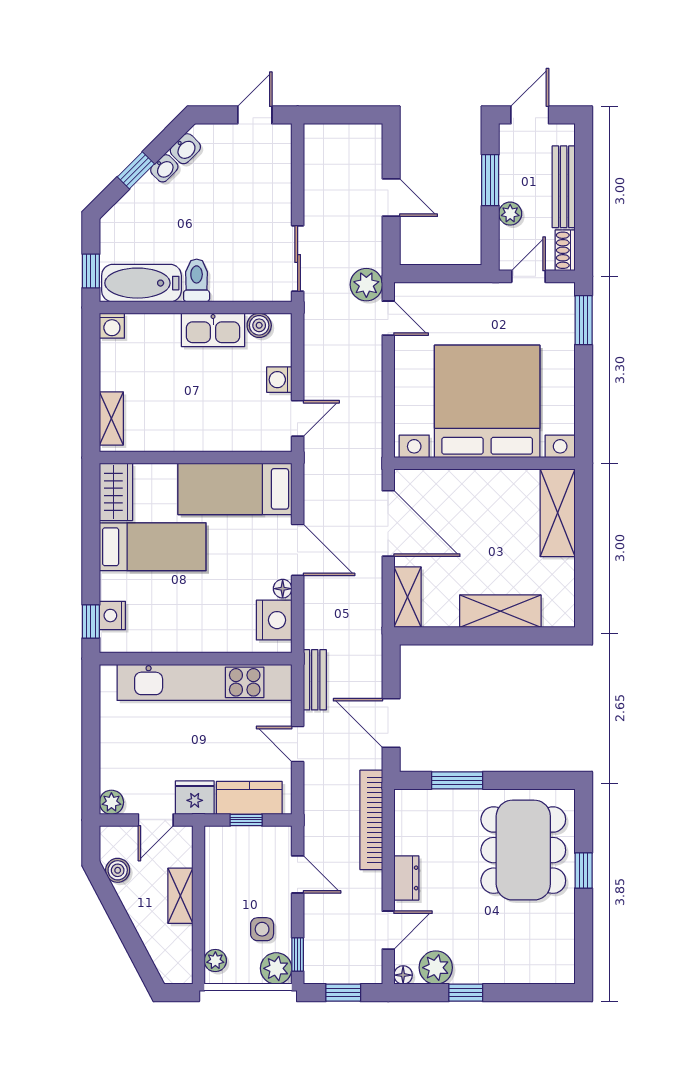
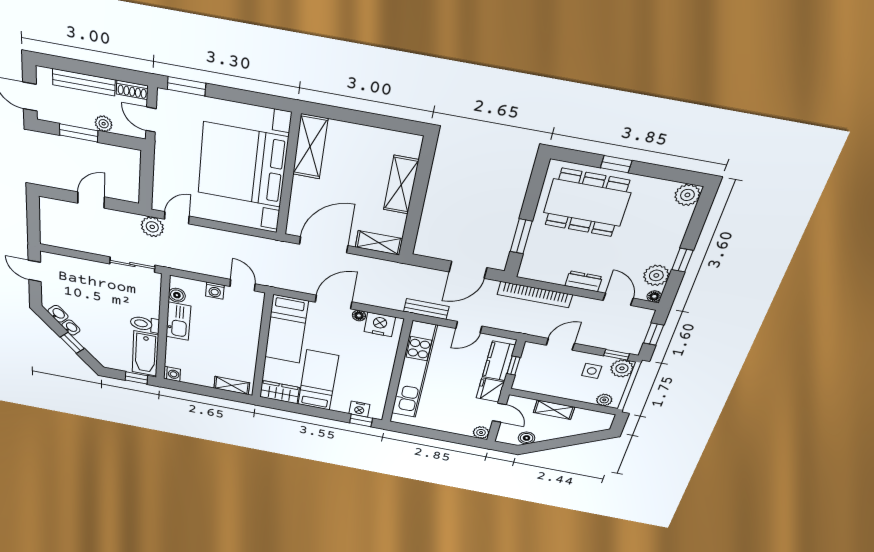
shelving: (558, 513) -> (310, 147), moved, turned 90
plant: (559, 969) -> (687, 195), added

